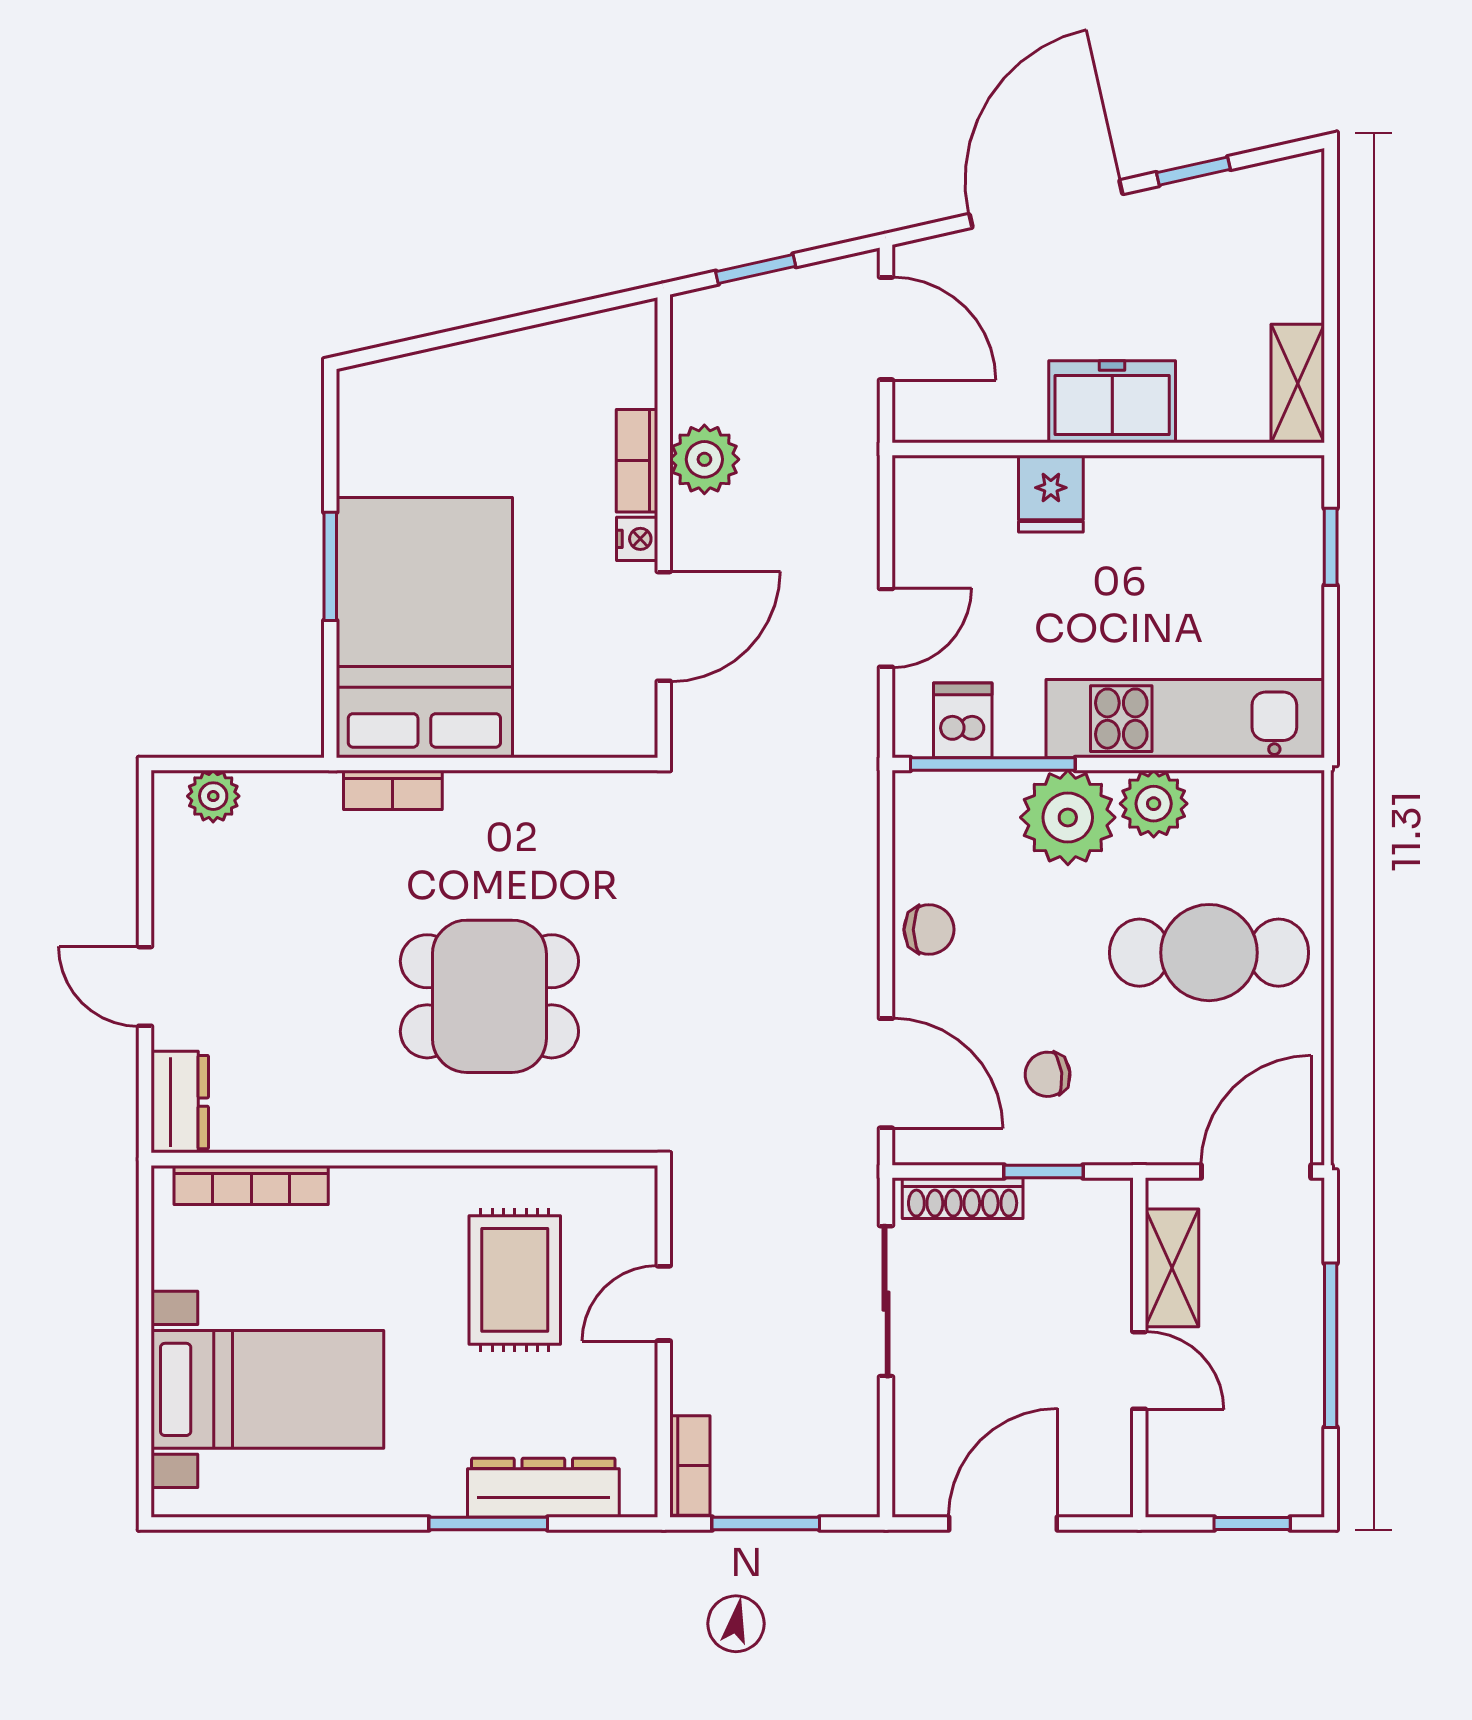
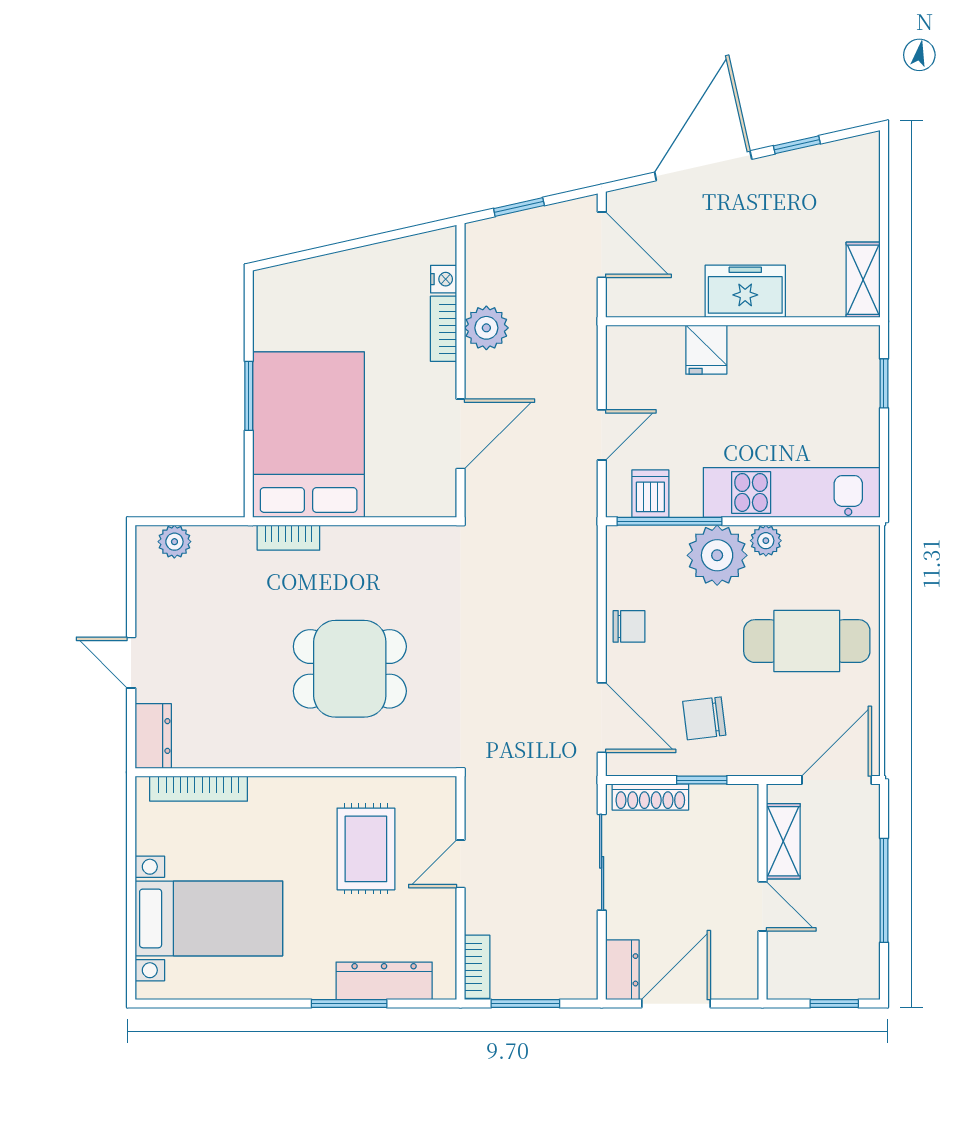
nightstand: (637, 539) -> (444, 279), moved
plant: (1154, 804) -> (766, 541), width x0.73, depth x0.73
chair: (1048, 1074) -> (704, 718), width x1.37, depth x1.37
dresser: (919, 1470) -> (622, 970), added

